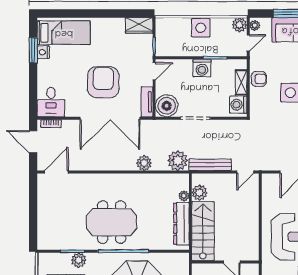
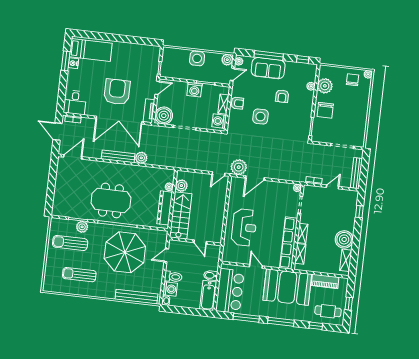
wardrobe: (139, 25) -> (150, 51), removed
plant: (178, 161) -> (239, 167), moved
bench: (210, 165) -> (118, 156), moved

